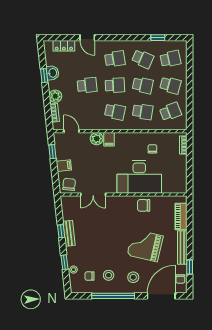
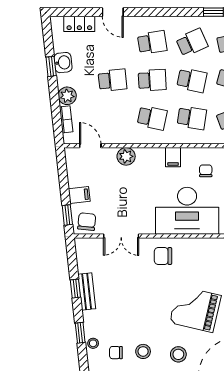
school desk: (143, 59) -> (192, 42), turned -48
filing cabinet: (109, 139) -> (173, 157), moved
window: (52, 152) -> (67, 215), moved
chair: (144, 205) -> (163, 256), moved

